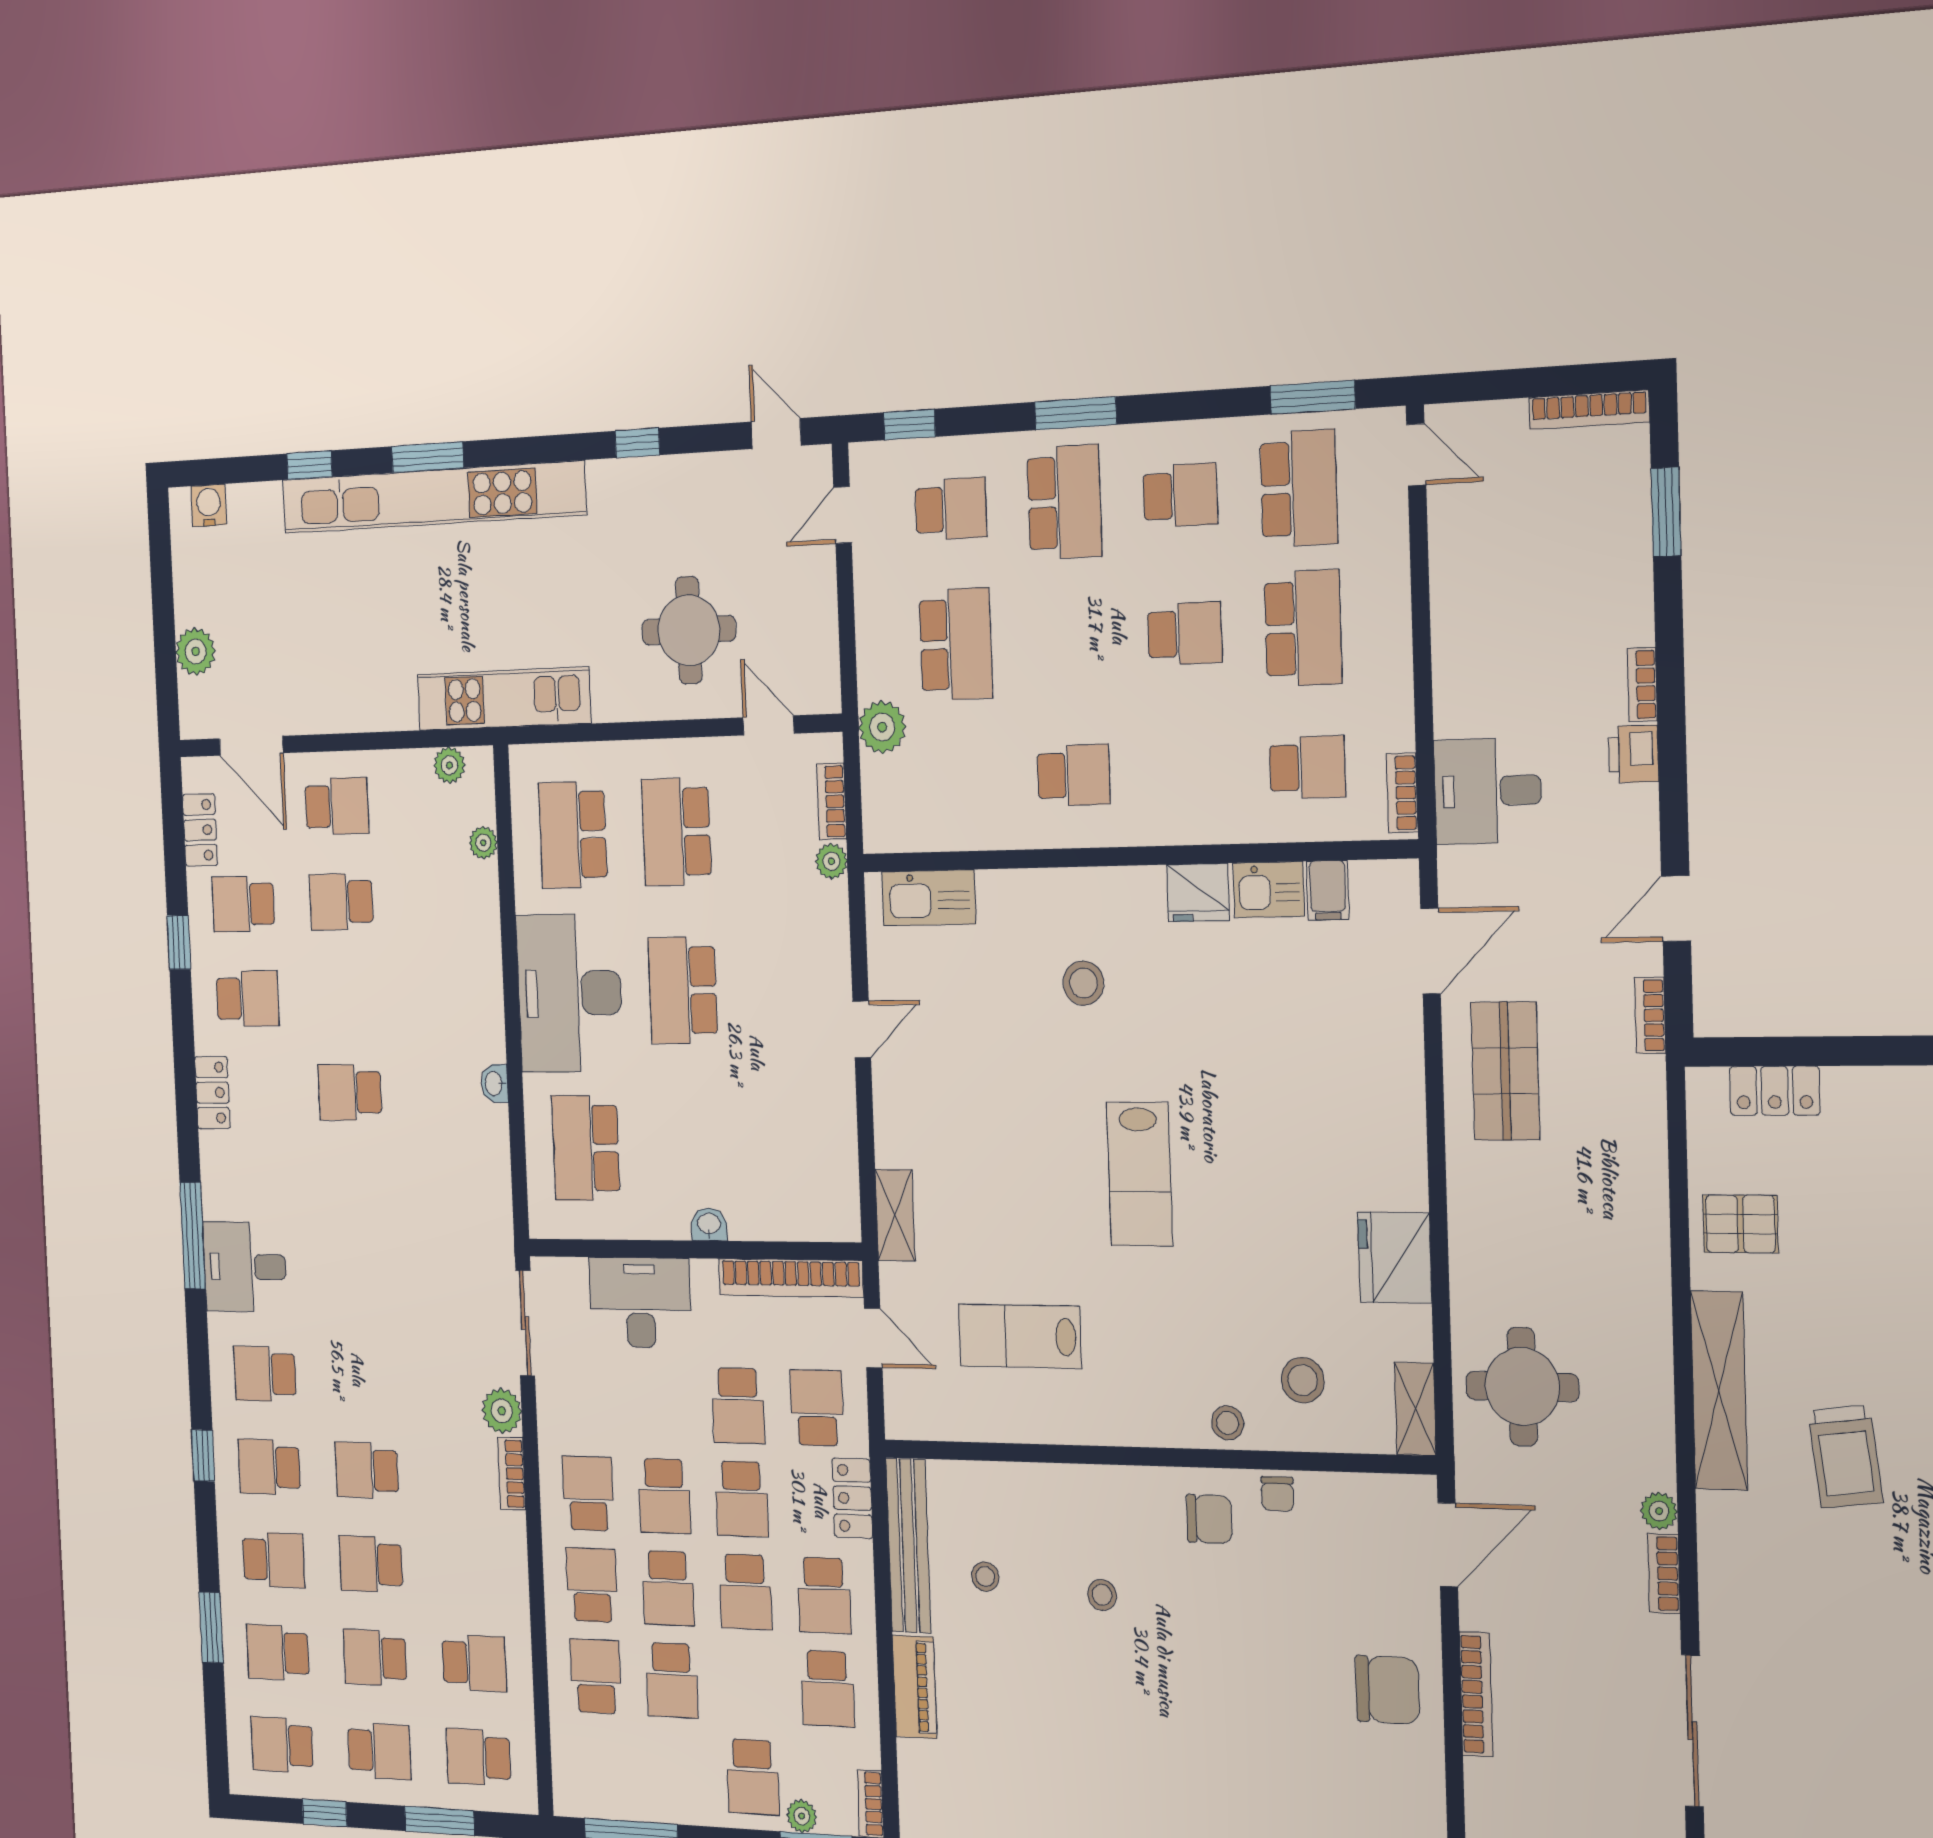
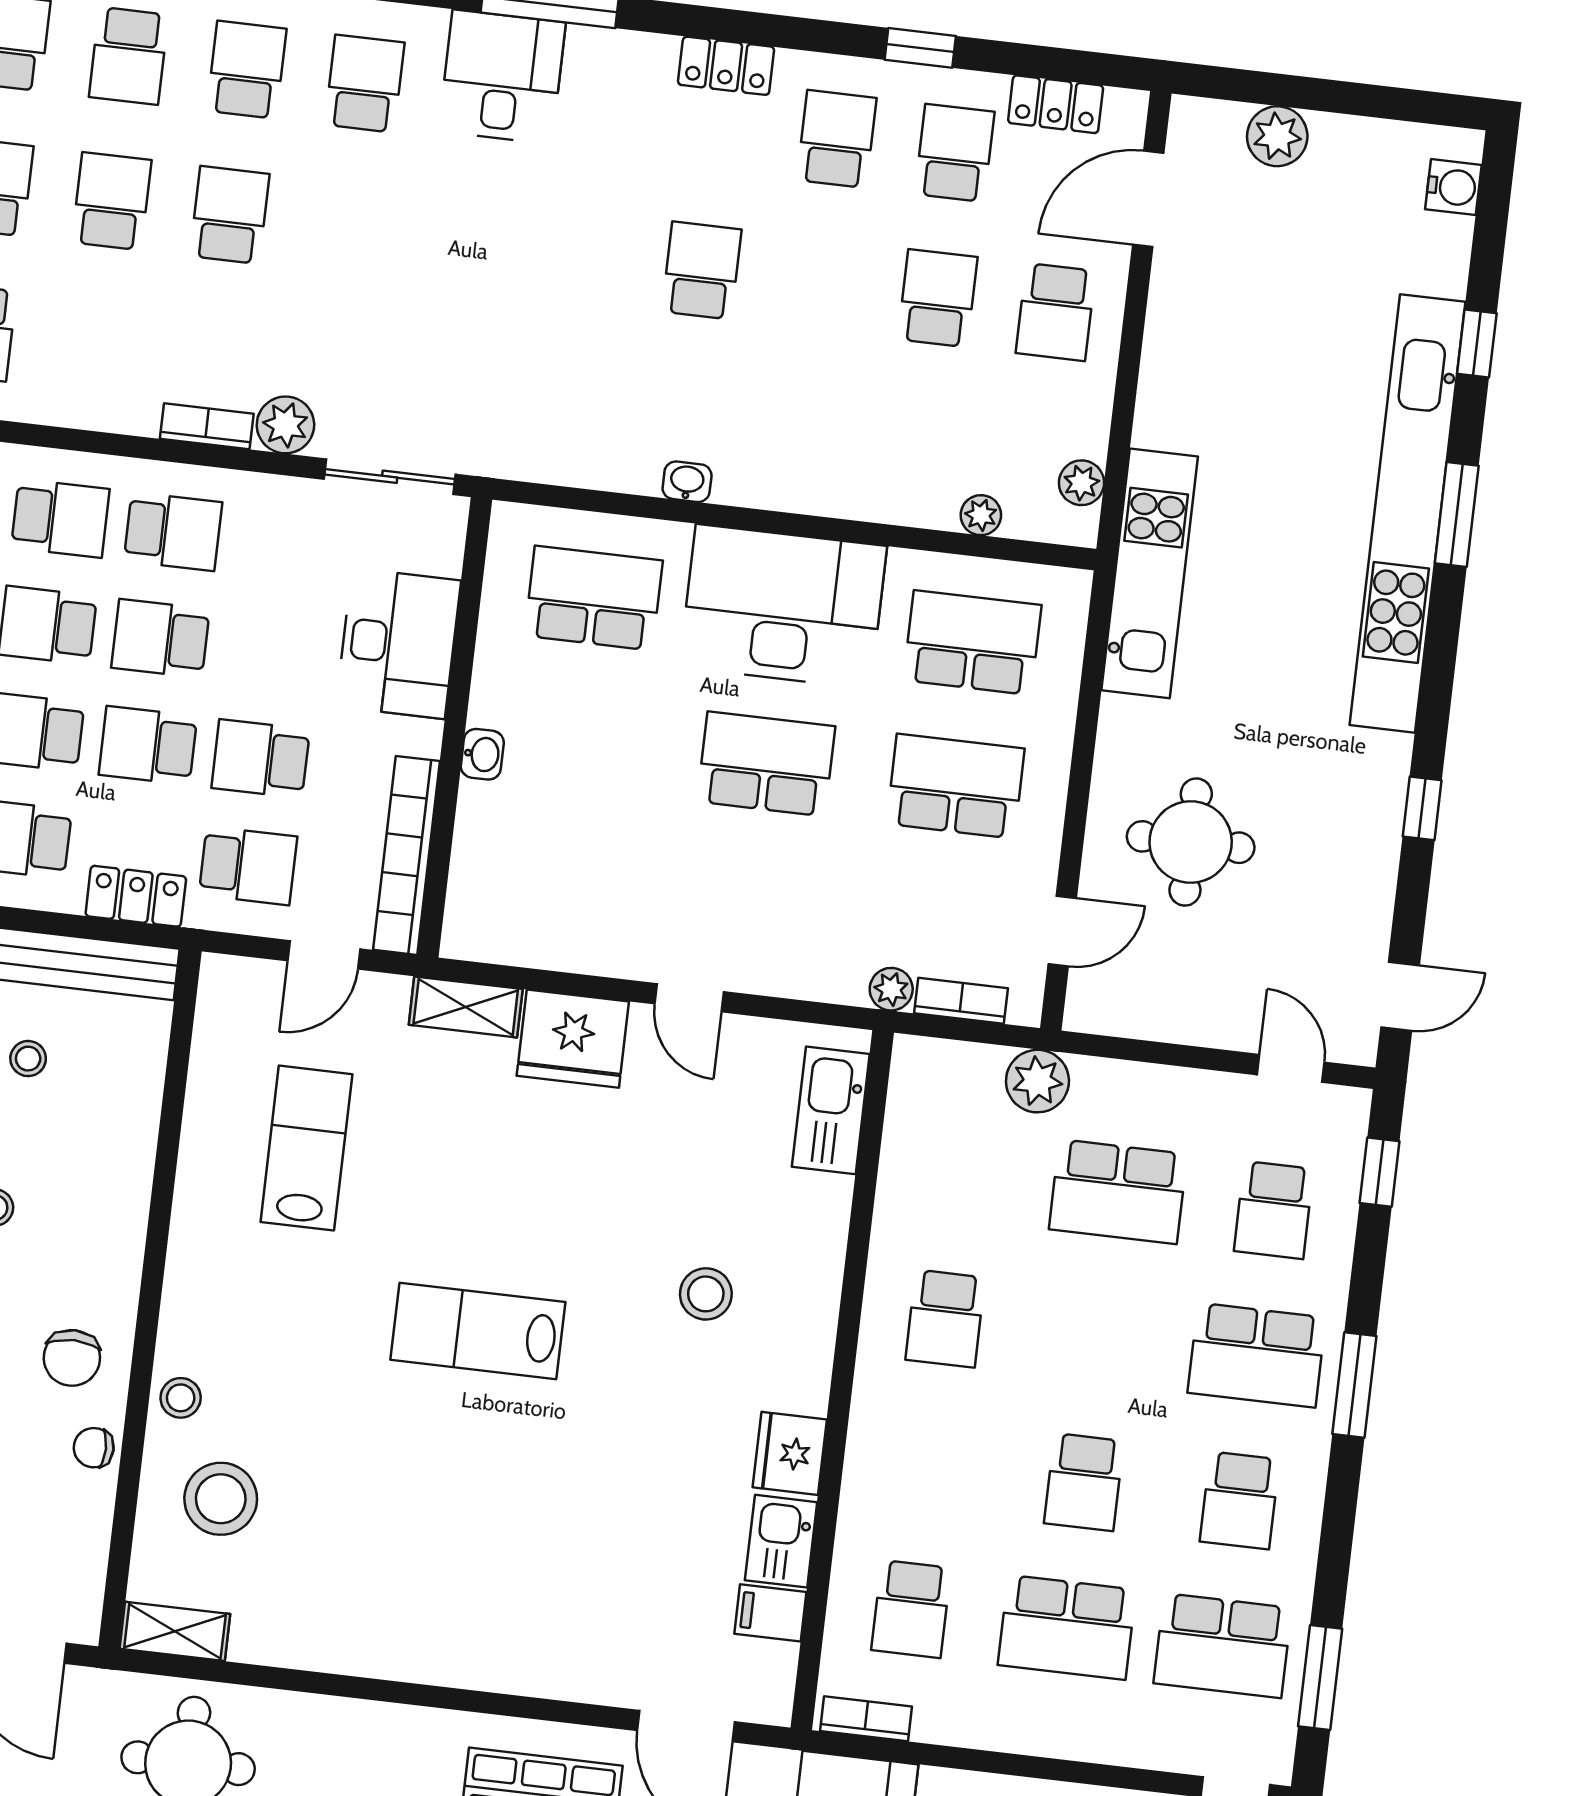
school desk: (248, 999) -> (837, 139), turned 180
fridge: (1395, 1258) -> (573, 1039), moved, turned 180
stool: (1303, 1380) -> (221, 1499), width x1.38, depth x1.38

